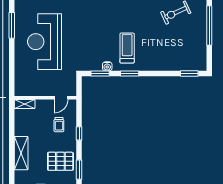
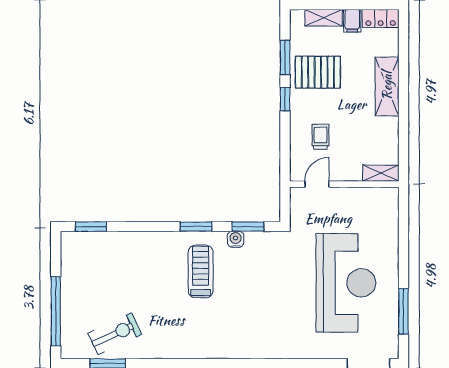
treadmill: (127, 48) -> (201, 272), turned 180
window: (79, 133) -> (285, 99), moved

